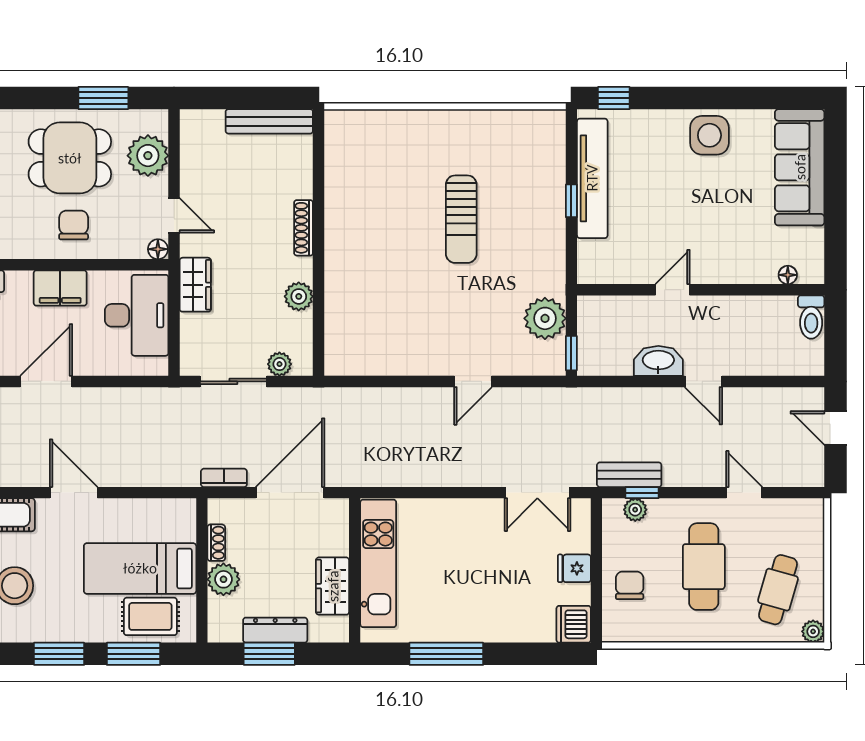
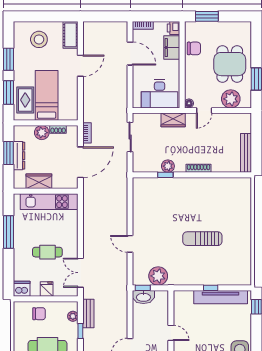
chair: (74, 225) -> (194, 48), moved
filing cabinet: (60, 288) -> (172, 48), moved
window: (319, 302) -> (165, 175), added
washbasin: (658, 361) -> (143, 297), moved, turned 90
plant: (279, 364) -> (138, 158), removed
door: (290, 493) -> (80, 162), hinge flipped
window: (642, 493) -> (80, 331), moved
cafe table: (491, 567) -> (47, 252), added

